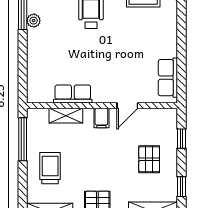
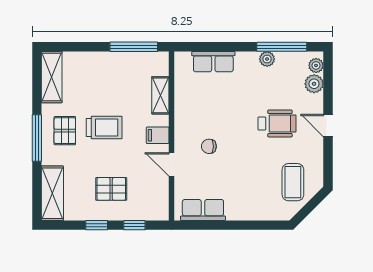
chair: (111, 72) -> (209, 146), added
row of seats: (73, 94) -> (213, 62), moved, turned 90
trolley: (50, 168) -> (104, 128), moved
window: (181, 187) -> (97, 225), moved

